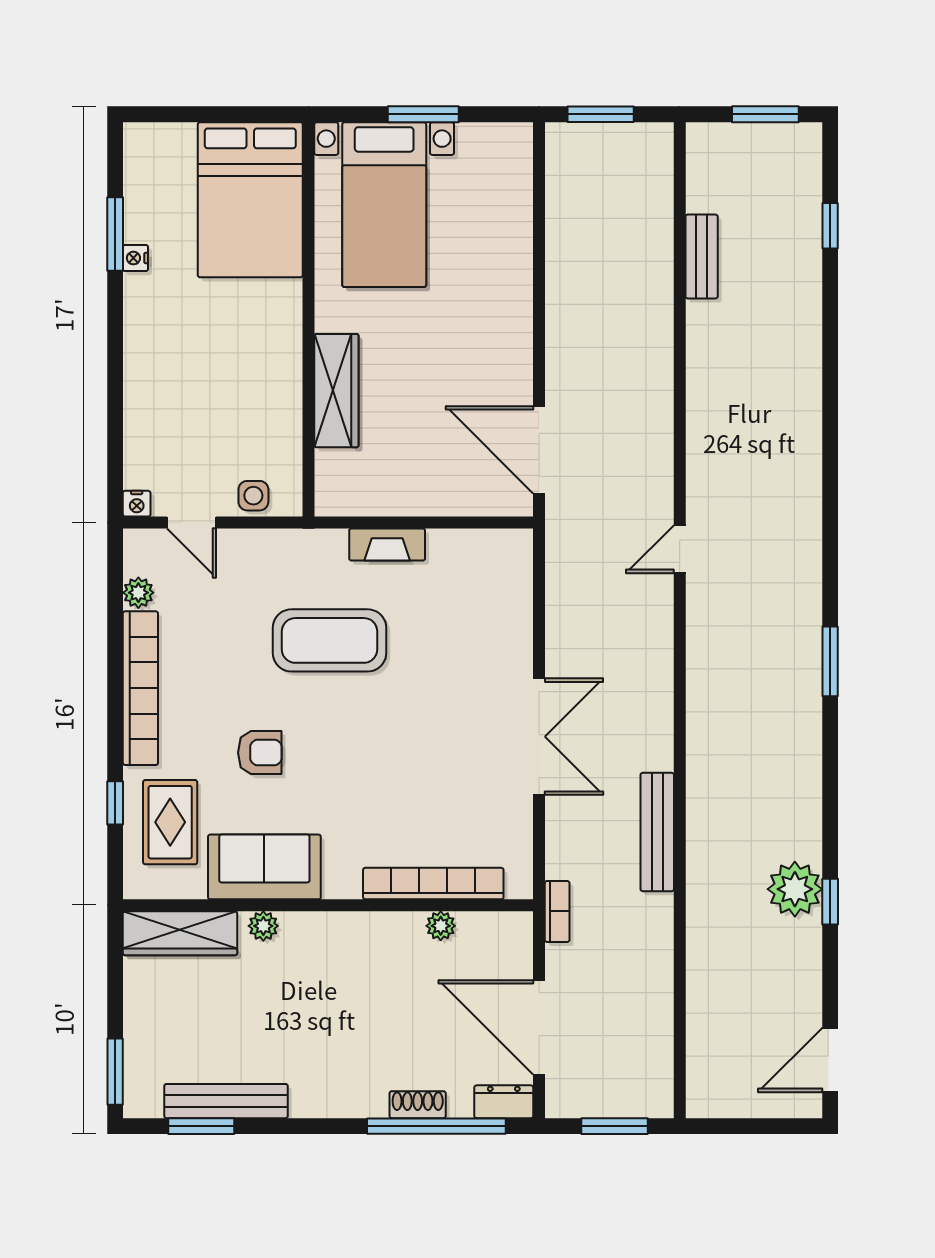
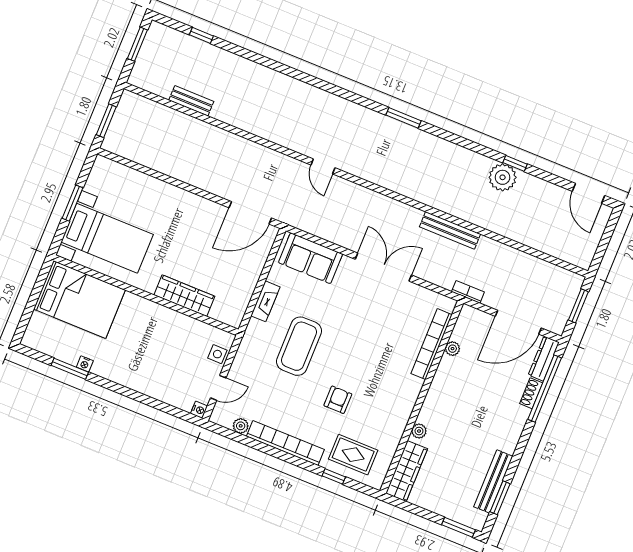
sofa: (264, 867) -> (311, 258), moved, turned -90
dresser: (504, 1102) -> (544, 359), width x1.44

